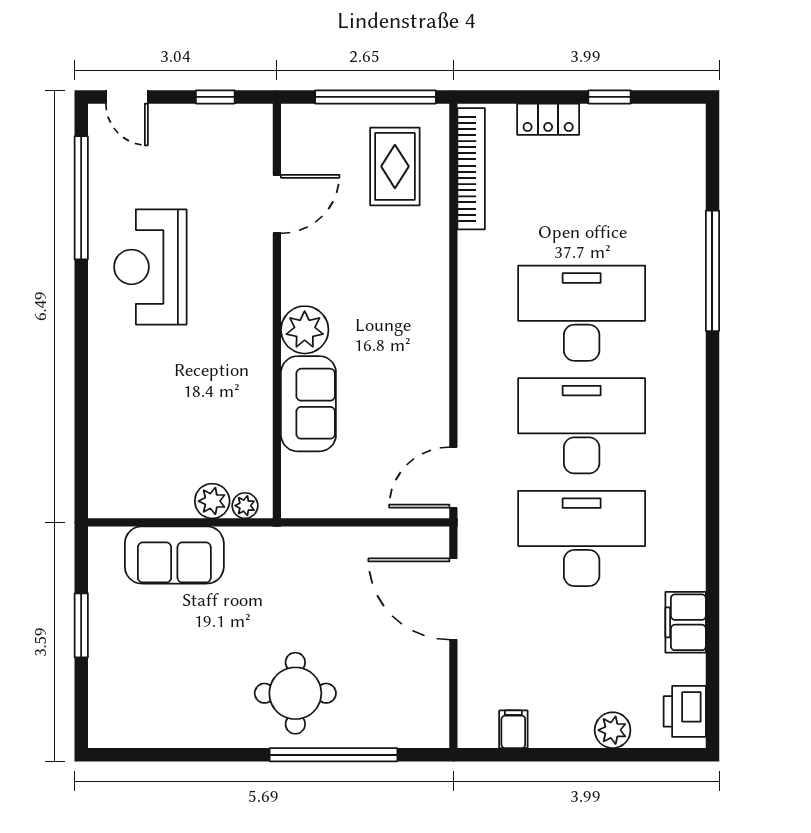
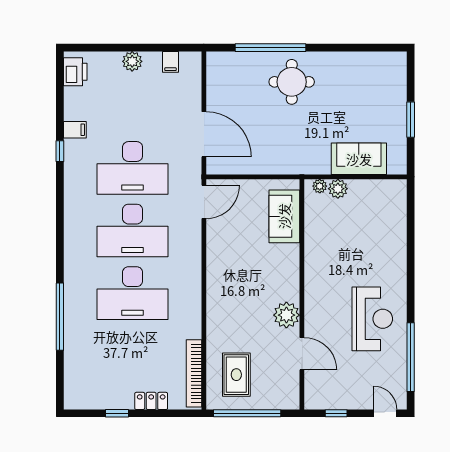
door: (277, 204) -> (302, 354), swing flipped
plant: (305, 330) -> (286, 315), moved
sofa: (308, 404) -> (284, 216), moved
window: (712, 569) -> (60, 151), added
filing cabinet: (686, 622) -> (75, 130), width x0.50
plant: (613, 730) -> (132, 61), moved

